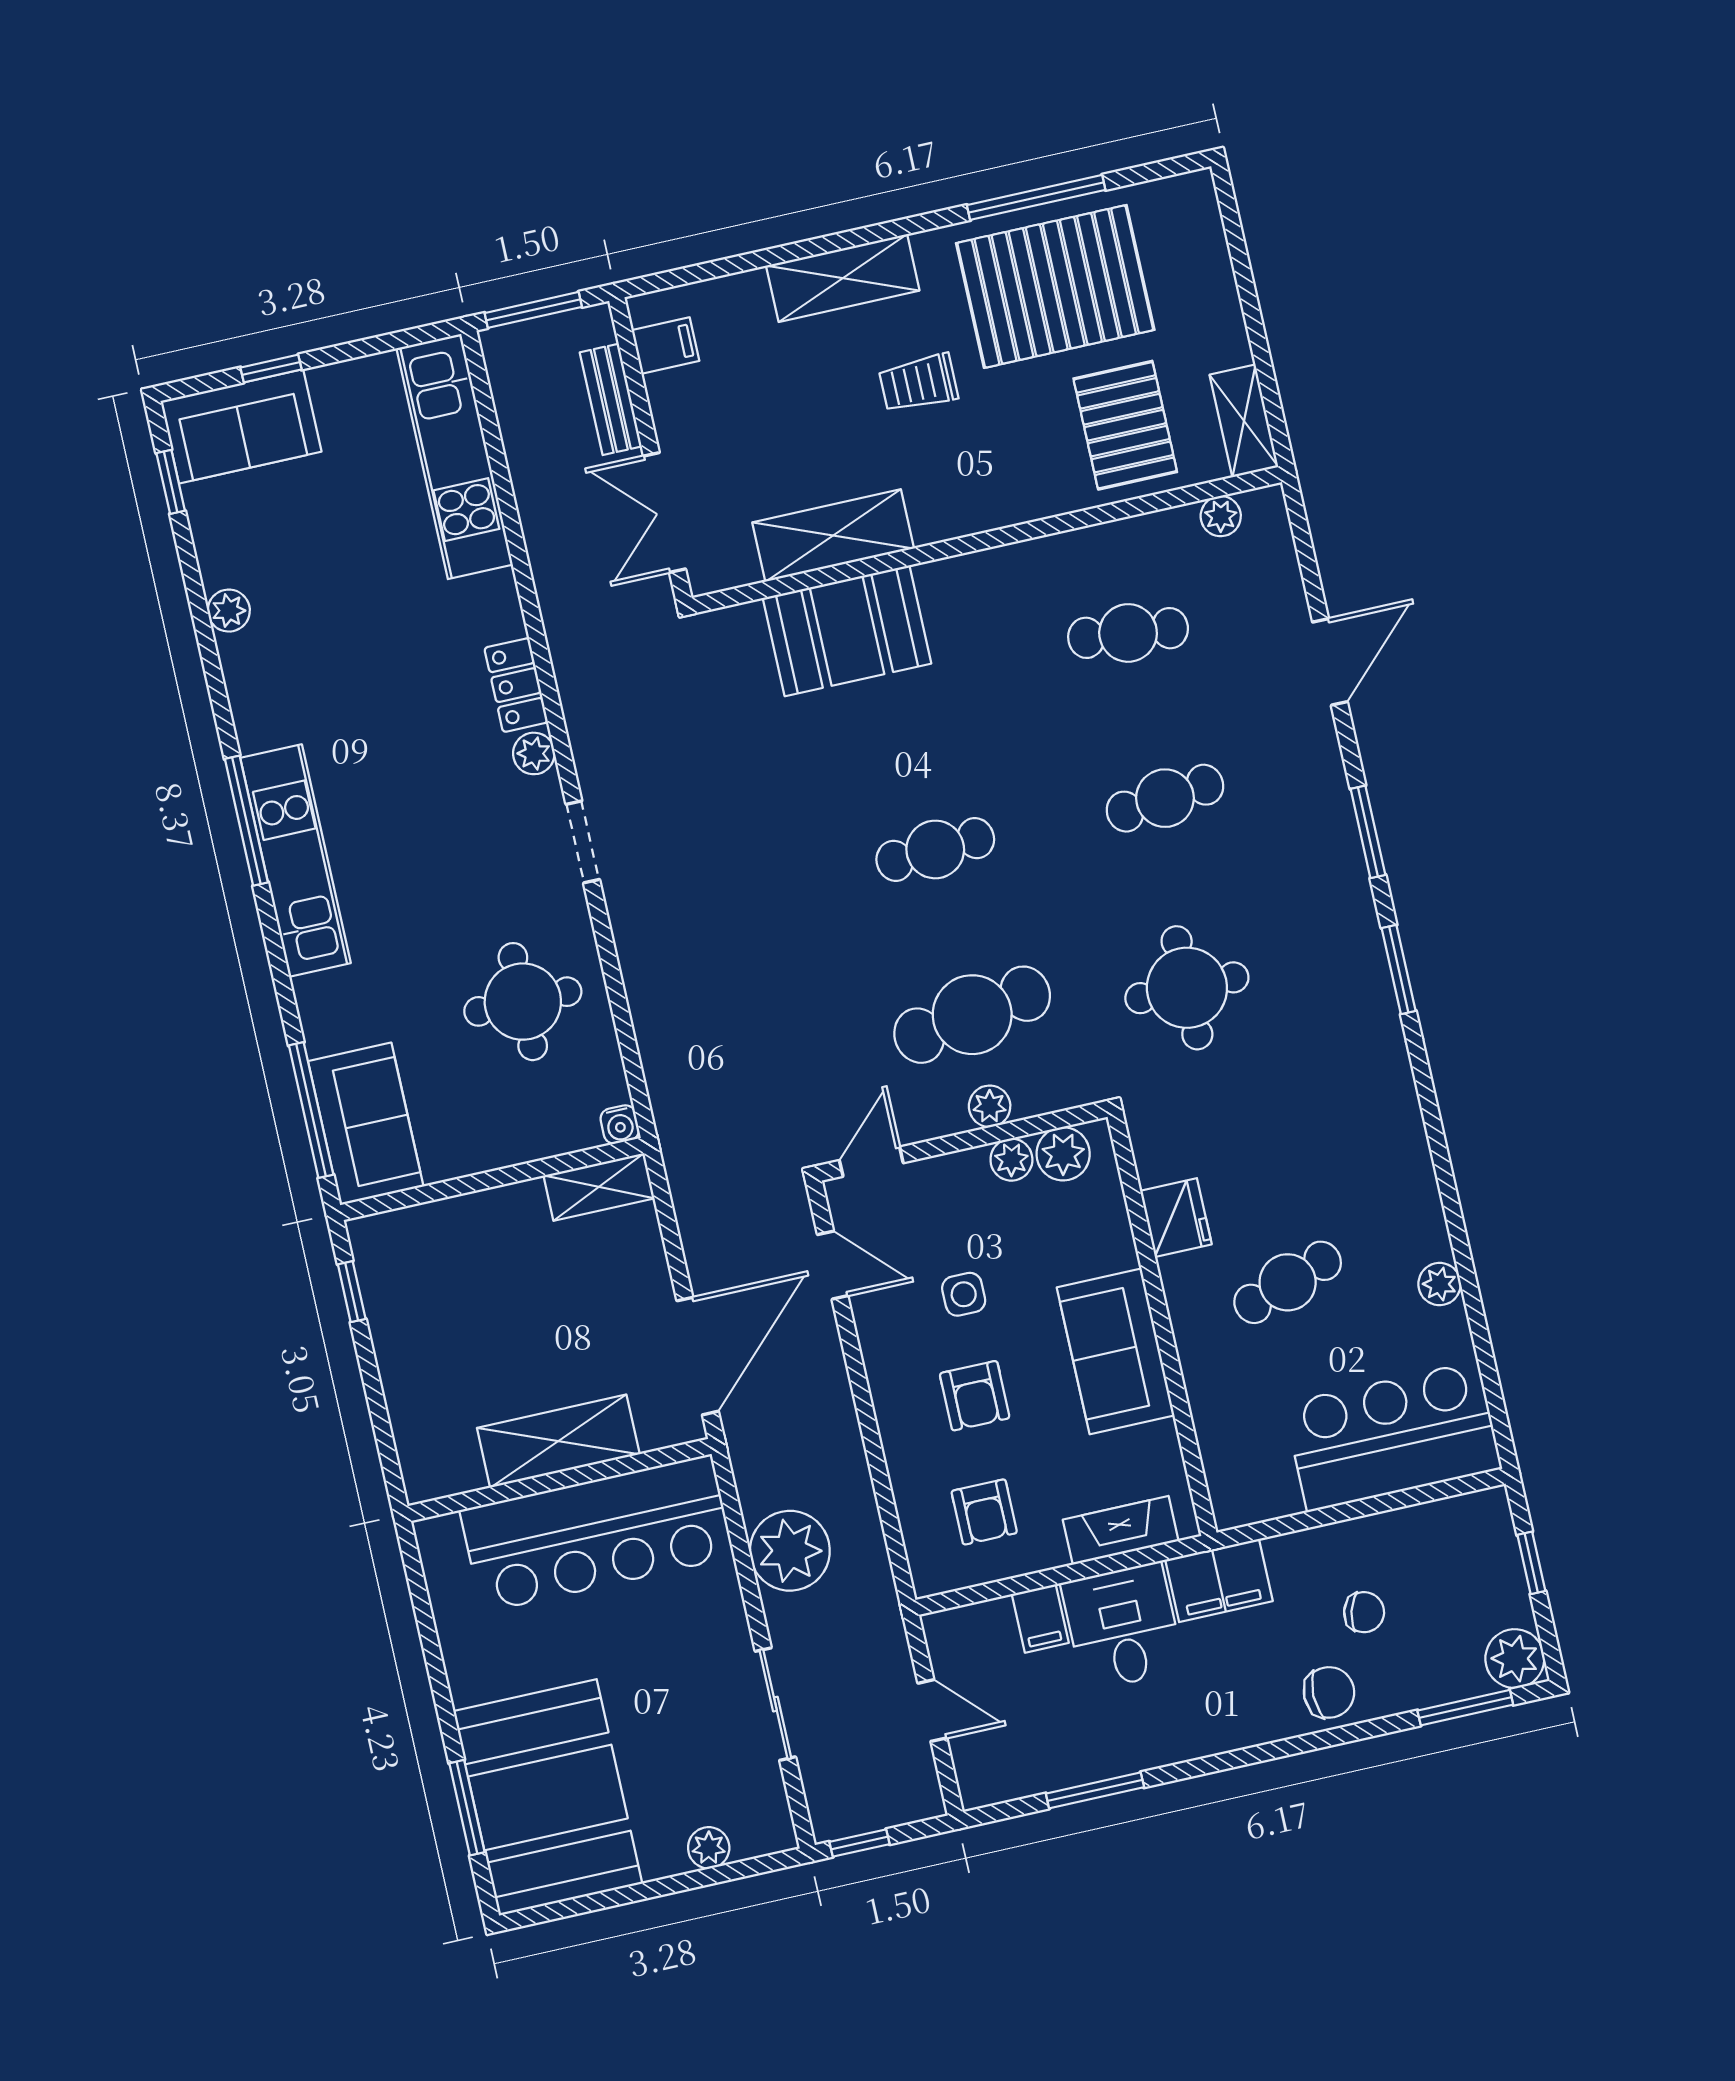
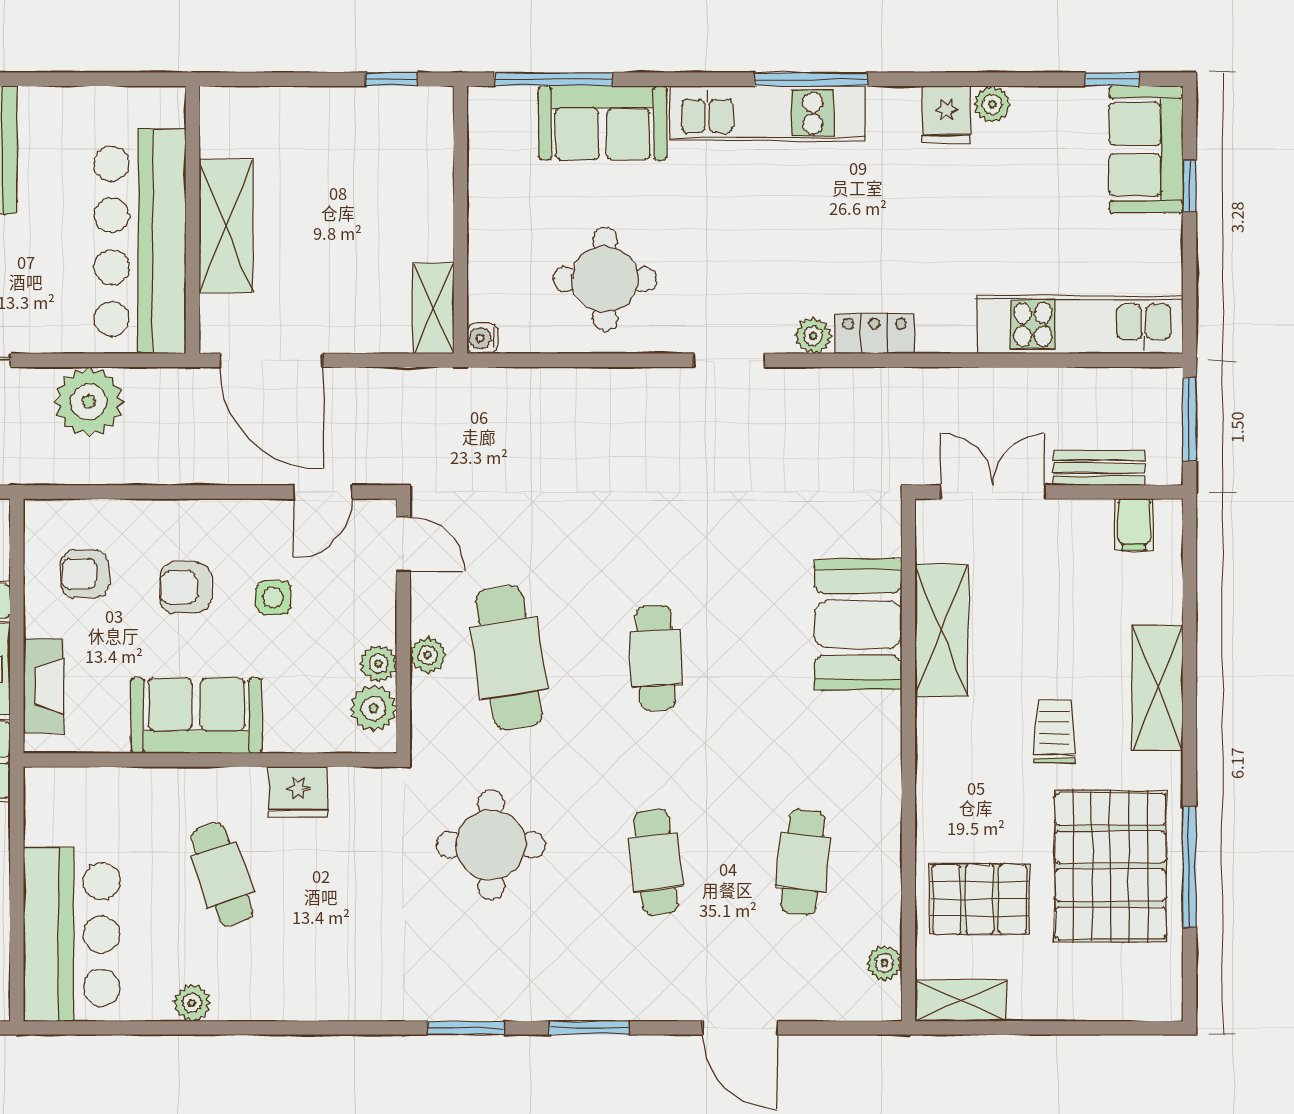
fridge: (252, 659) -> (946, 114), added
sofa: (366, 1124) -> (603, 123), moved

